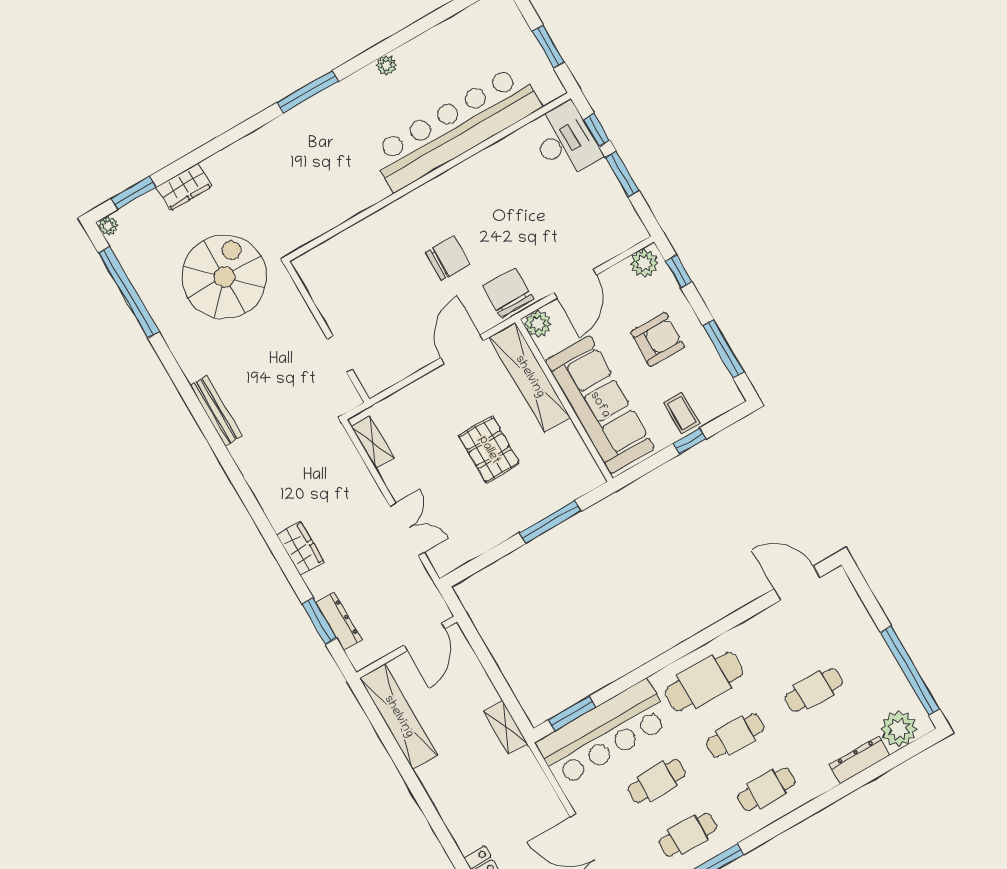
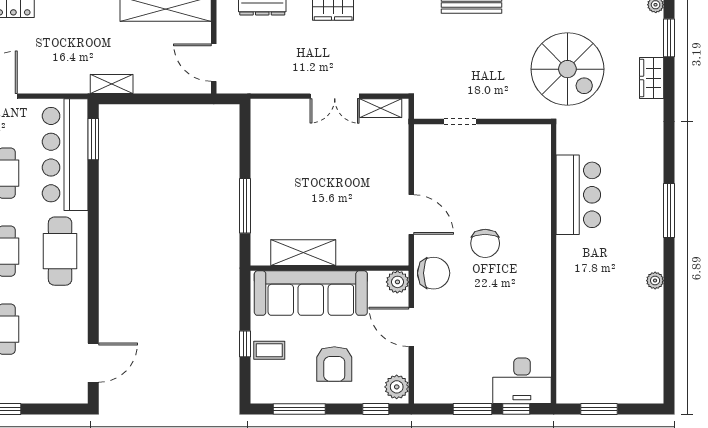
bar counter: (456, 128) -> (578, 195), moved, width x0.54
shelving: (530, 377) -> (303, 253), moved, width x0.68
pallet: (489, 450) -> (325, 191), removed
double door: (407, 529) -> (335, 96), moved

